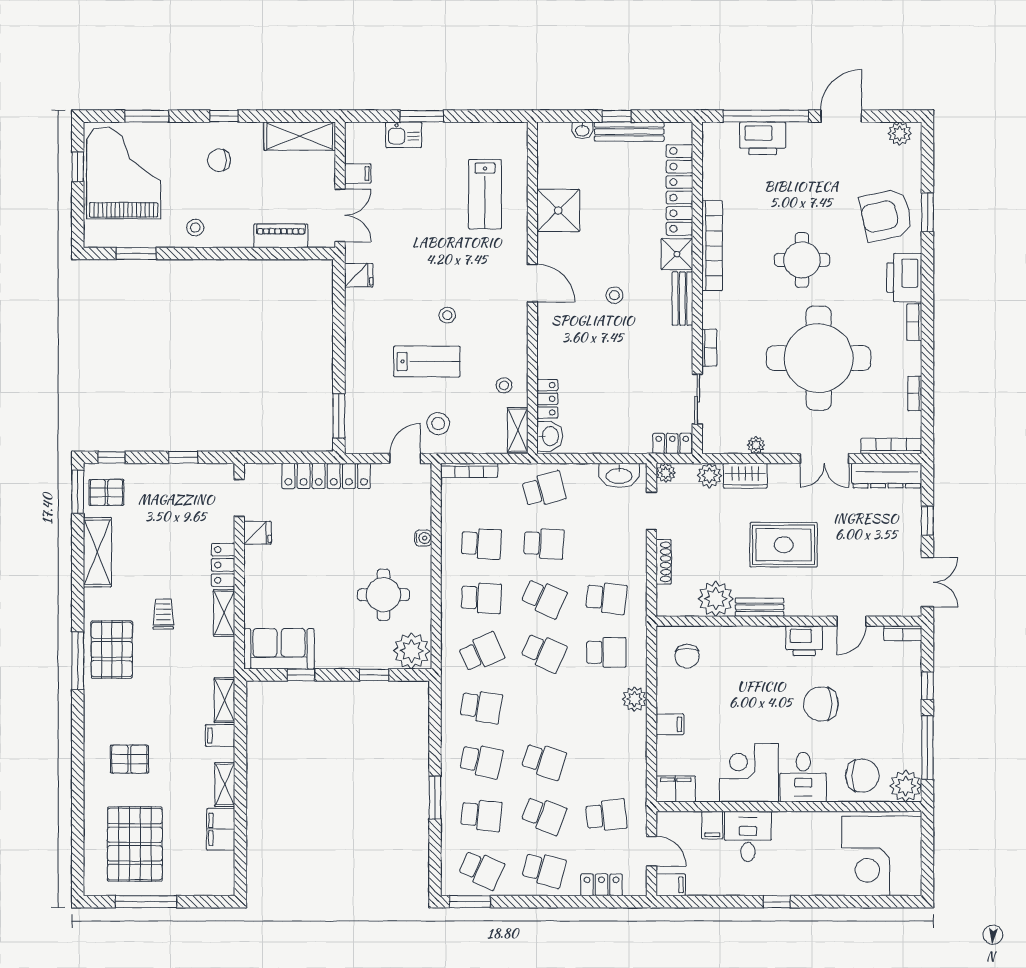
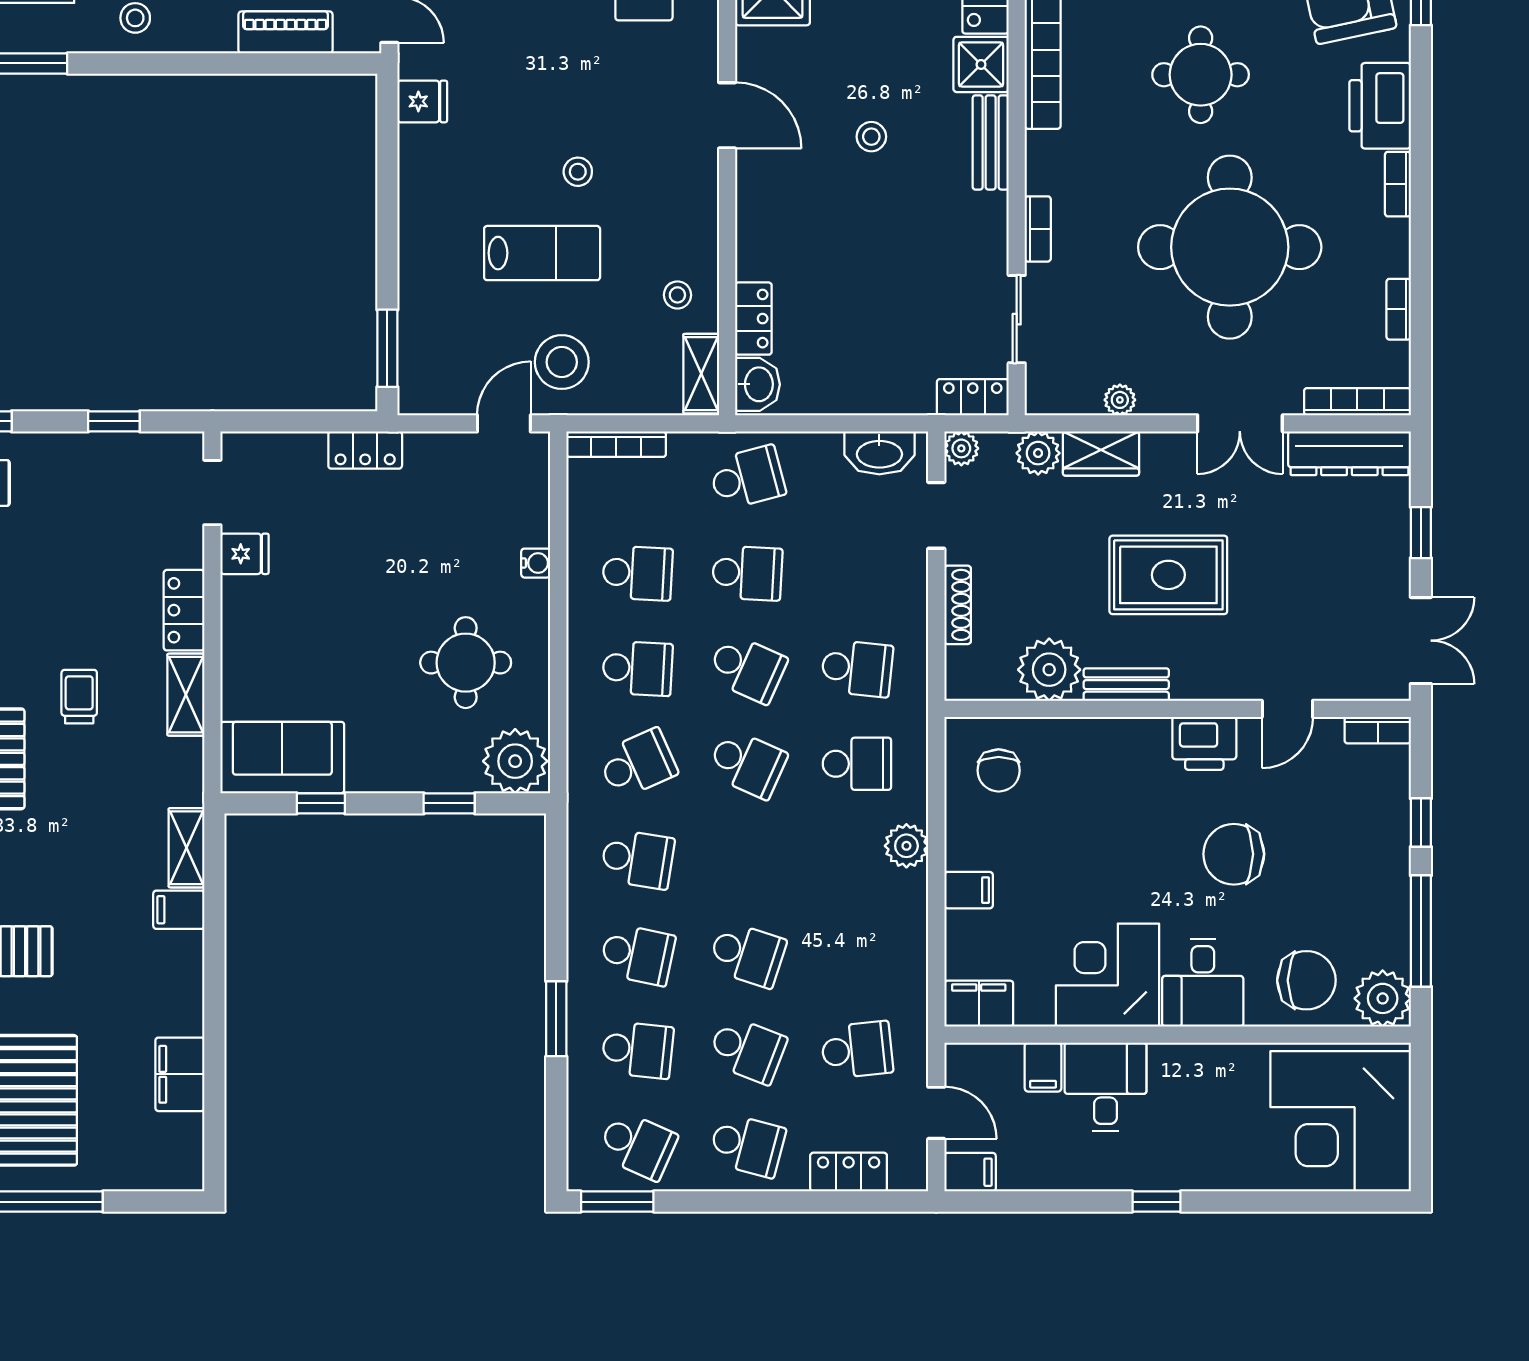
stool: (438, 424) -> (562, 362), width x1.38, depth x1.38
locker: (326, 476) -> (365, 450), width x0.46, depth x0.83
shelving: (225, 784) -> (187, 996), removed

